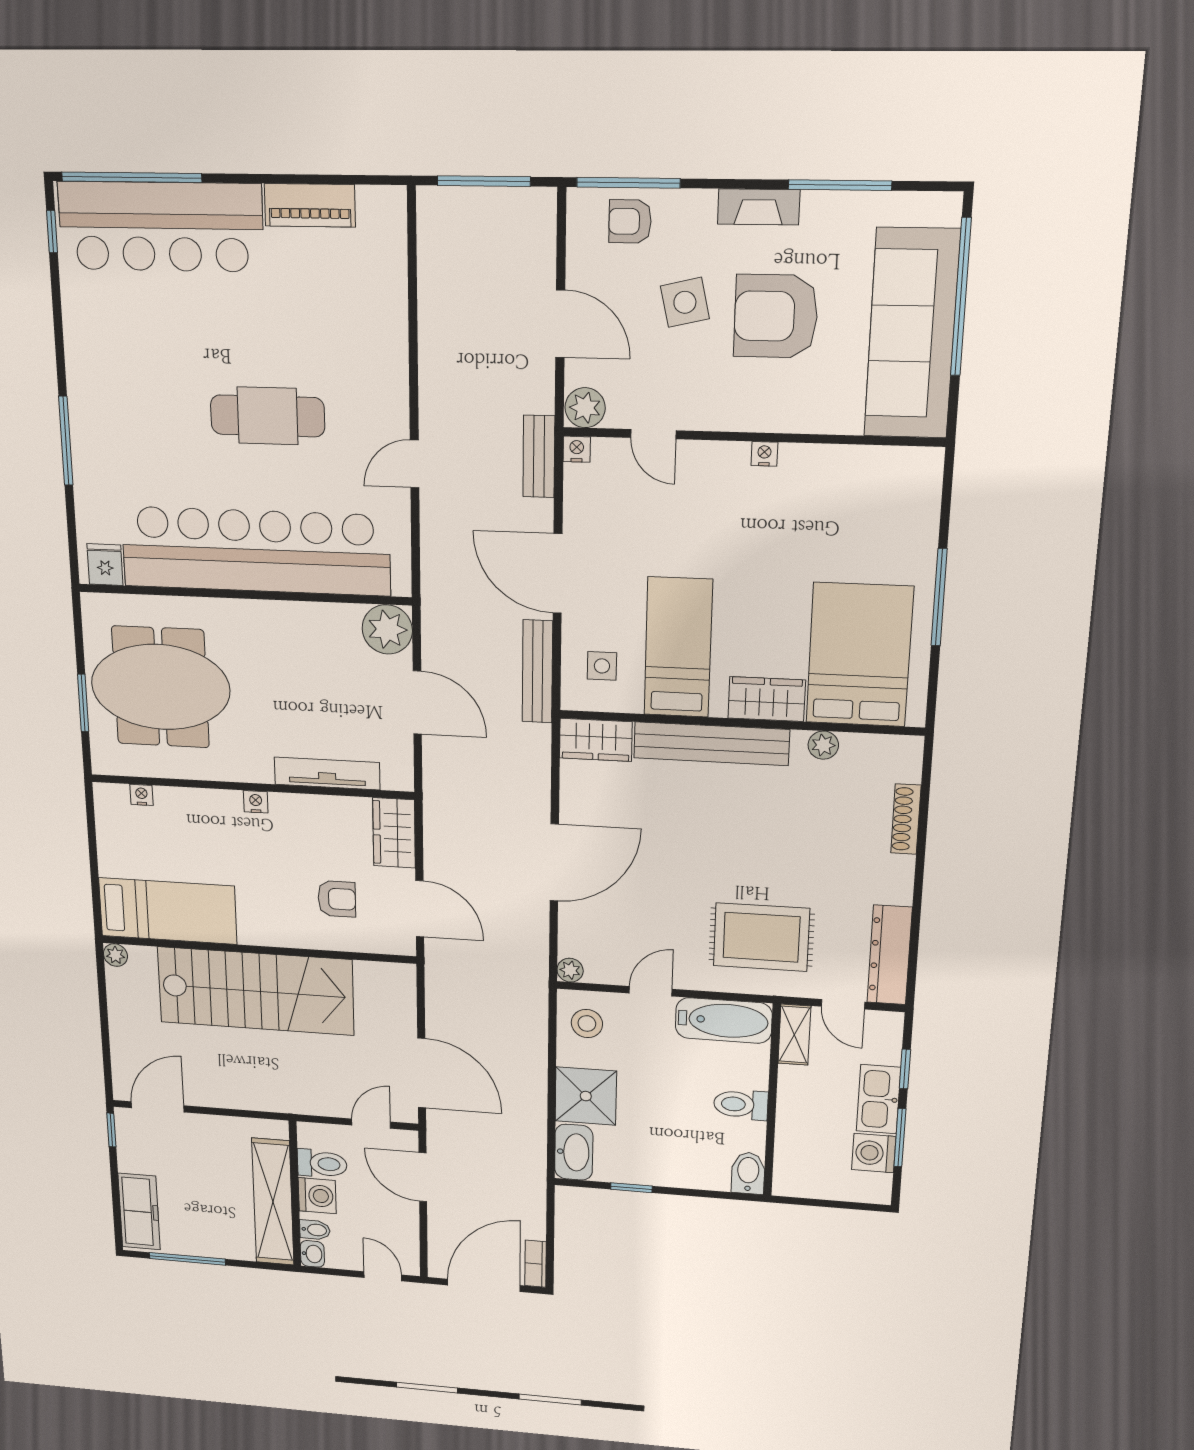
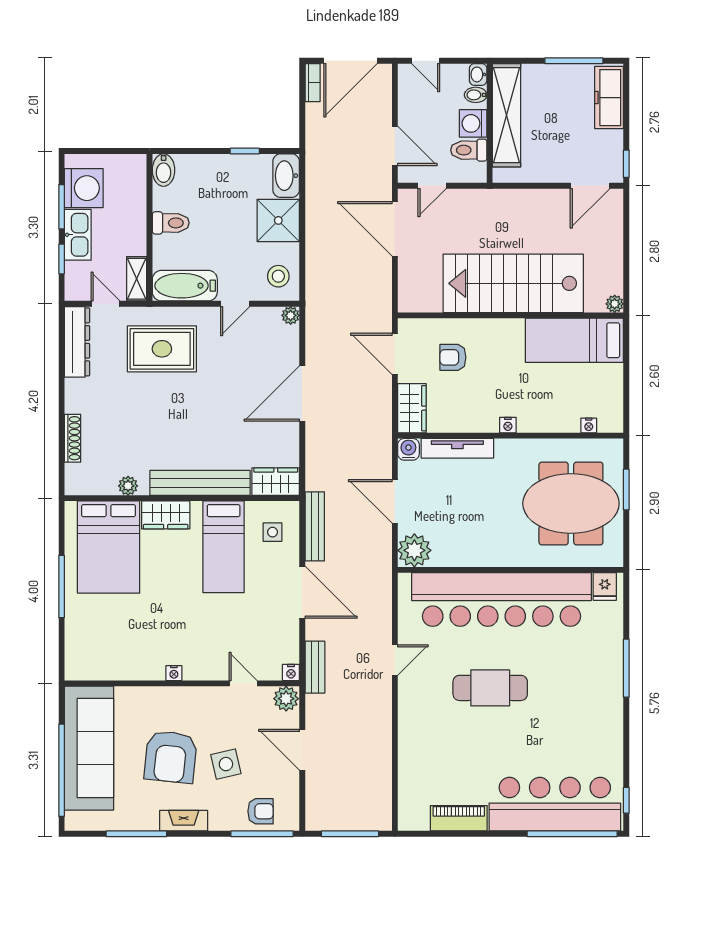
armchair: (776, 316) -> (171, 757), turned 96
water cooler: (398, 776) -> (408, 449), added
washing machine: (874, 1153) -> (84, 188), width x1.37, depth x1.37

